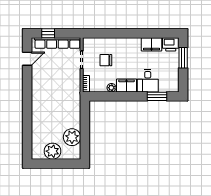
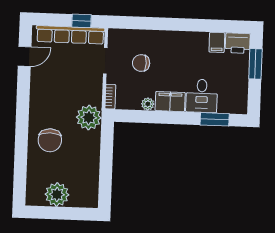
window: (48, 33) -> (81, 21), moved
filing cabinet: (151, 44) -> (217, 42), width x0.50
chair: (46, 115) -> (50, 140), added
plant: (72, 137) -> (89, 118), moved

